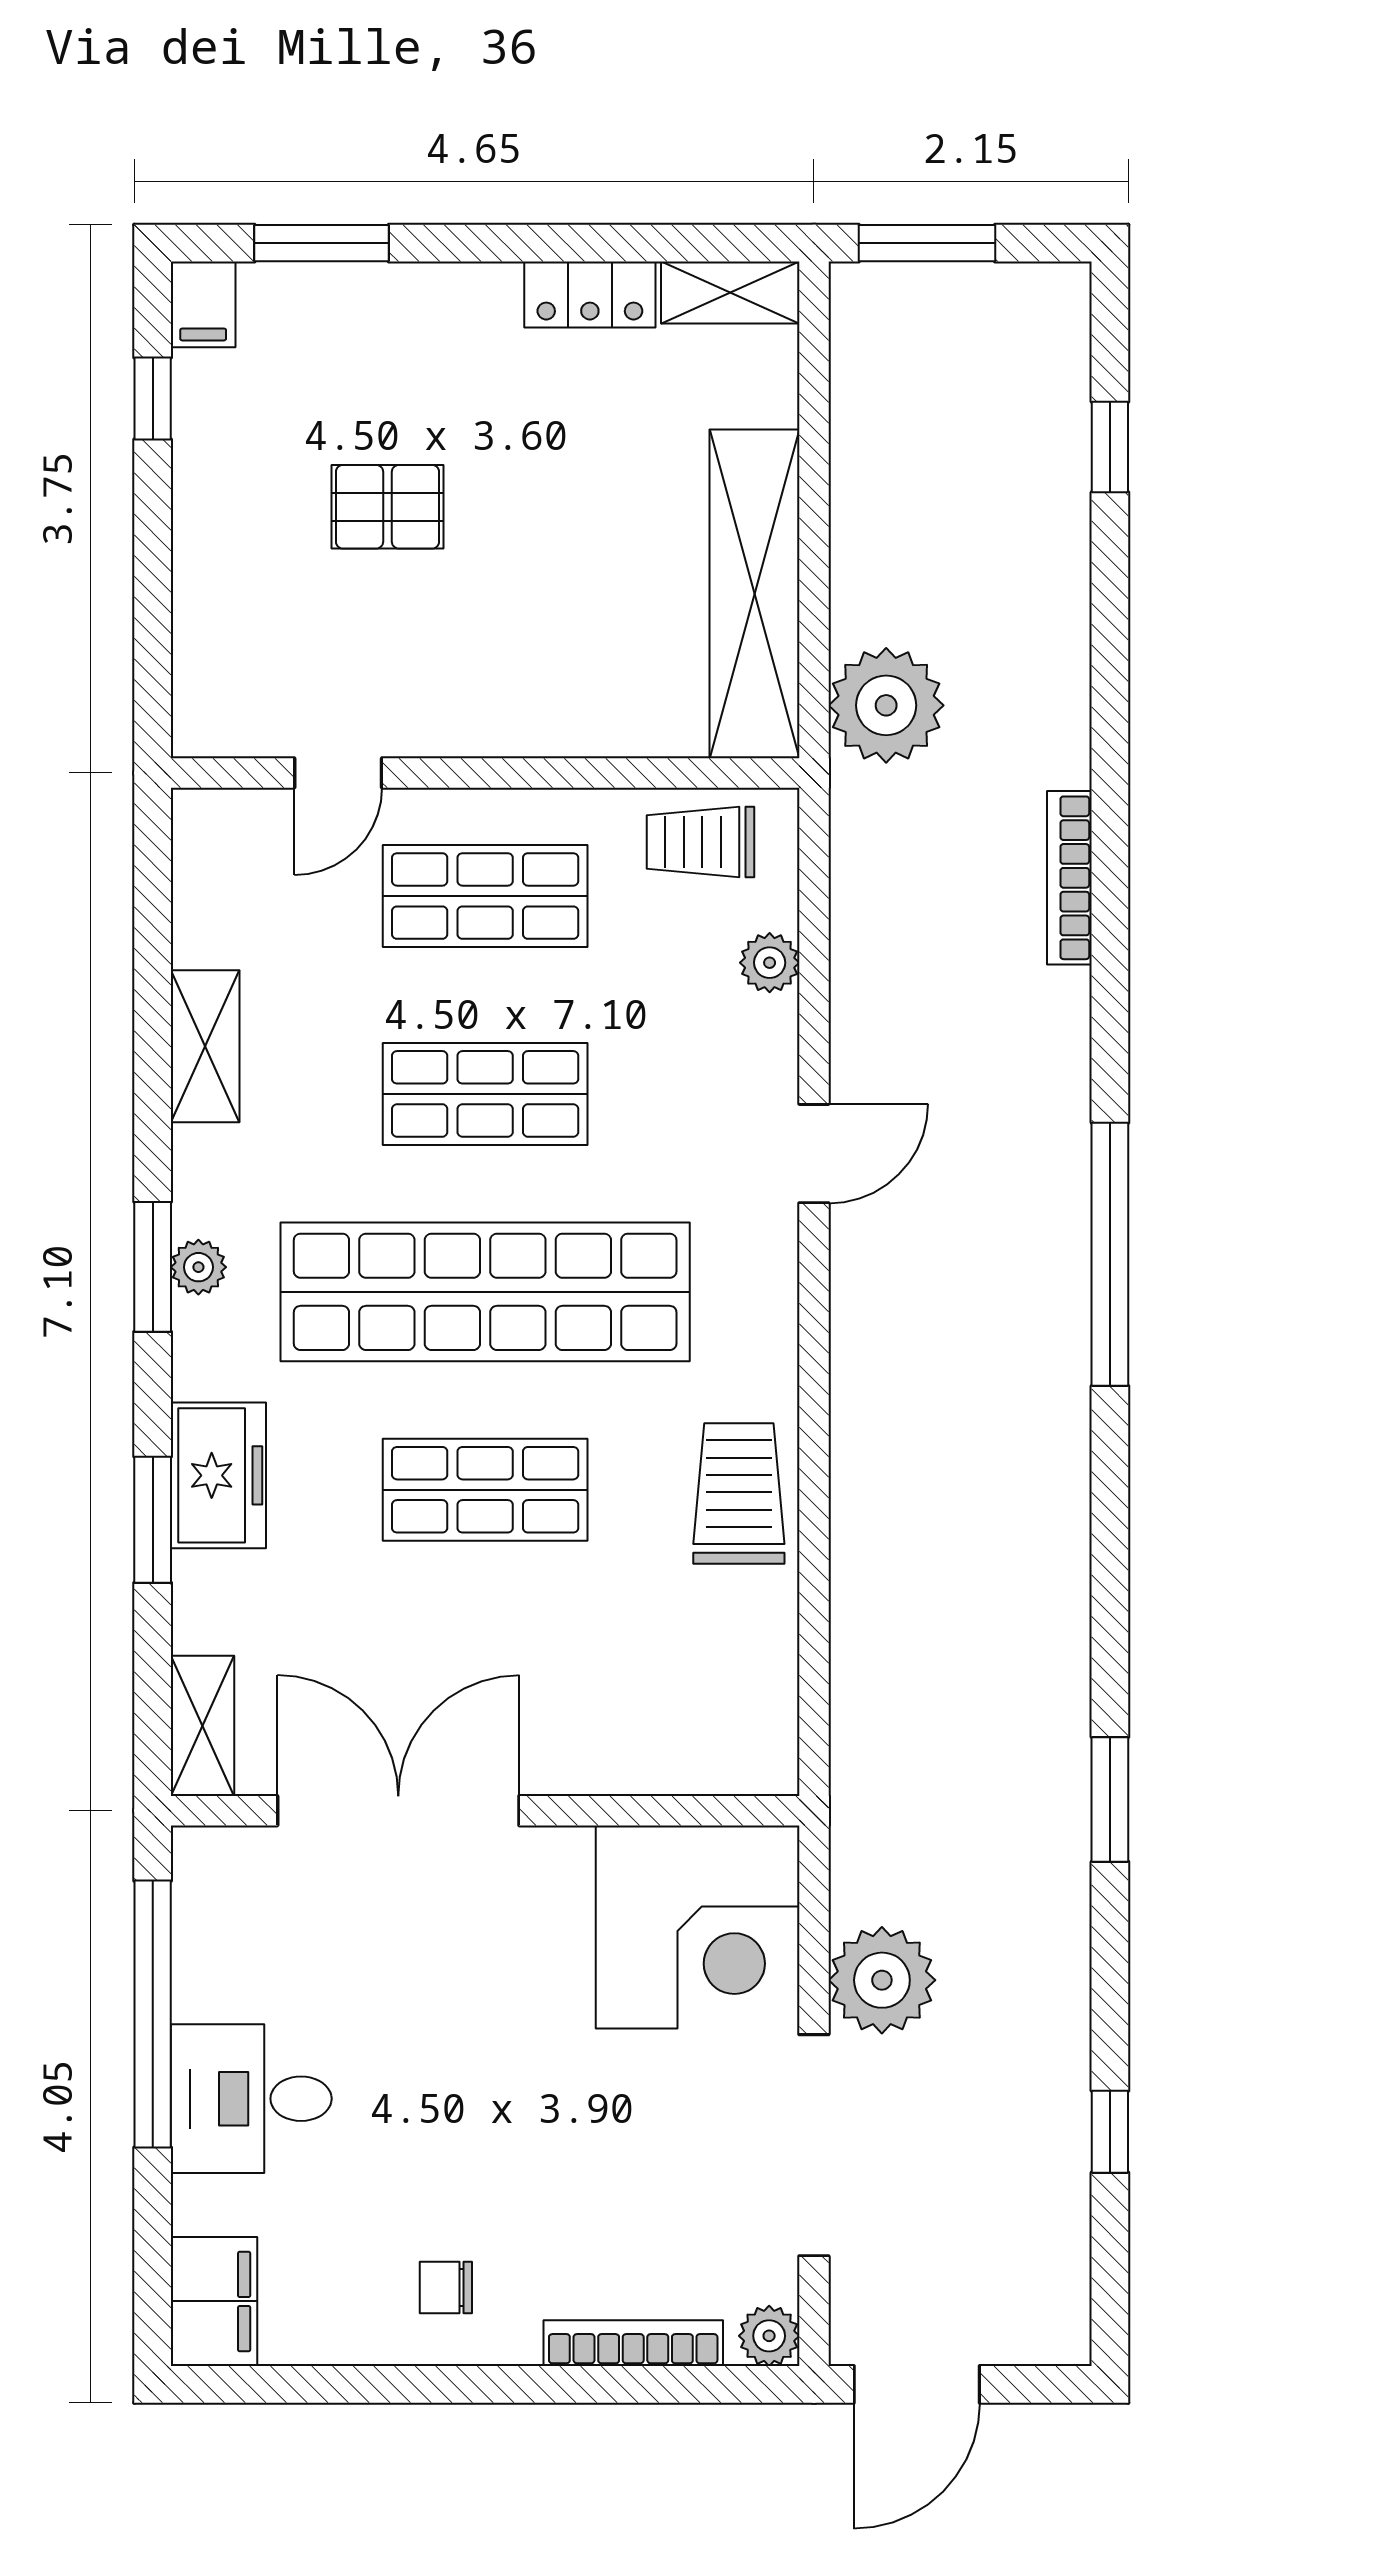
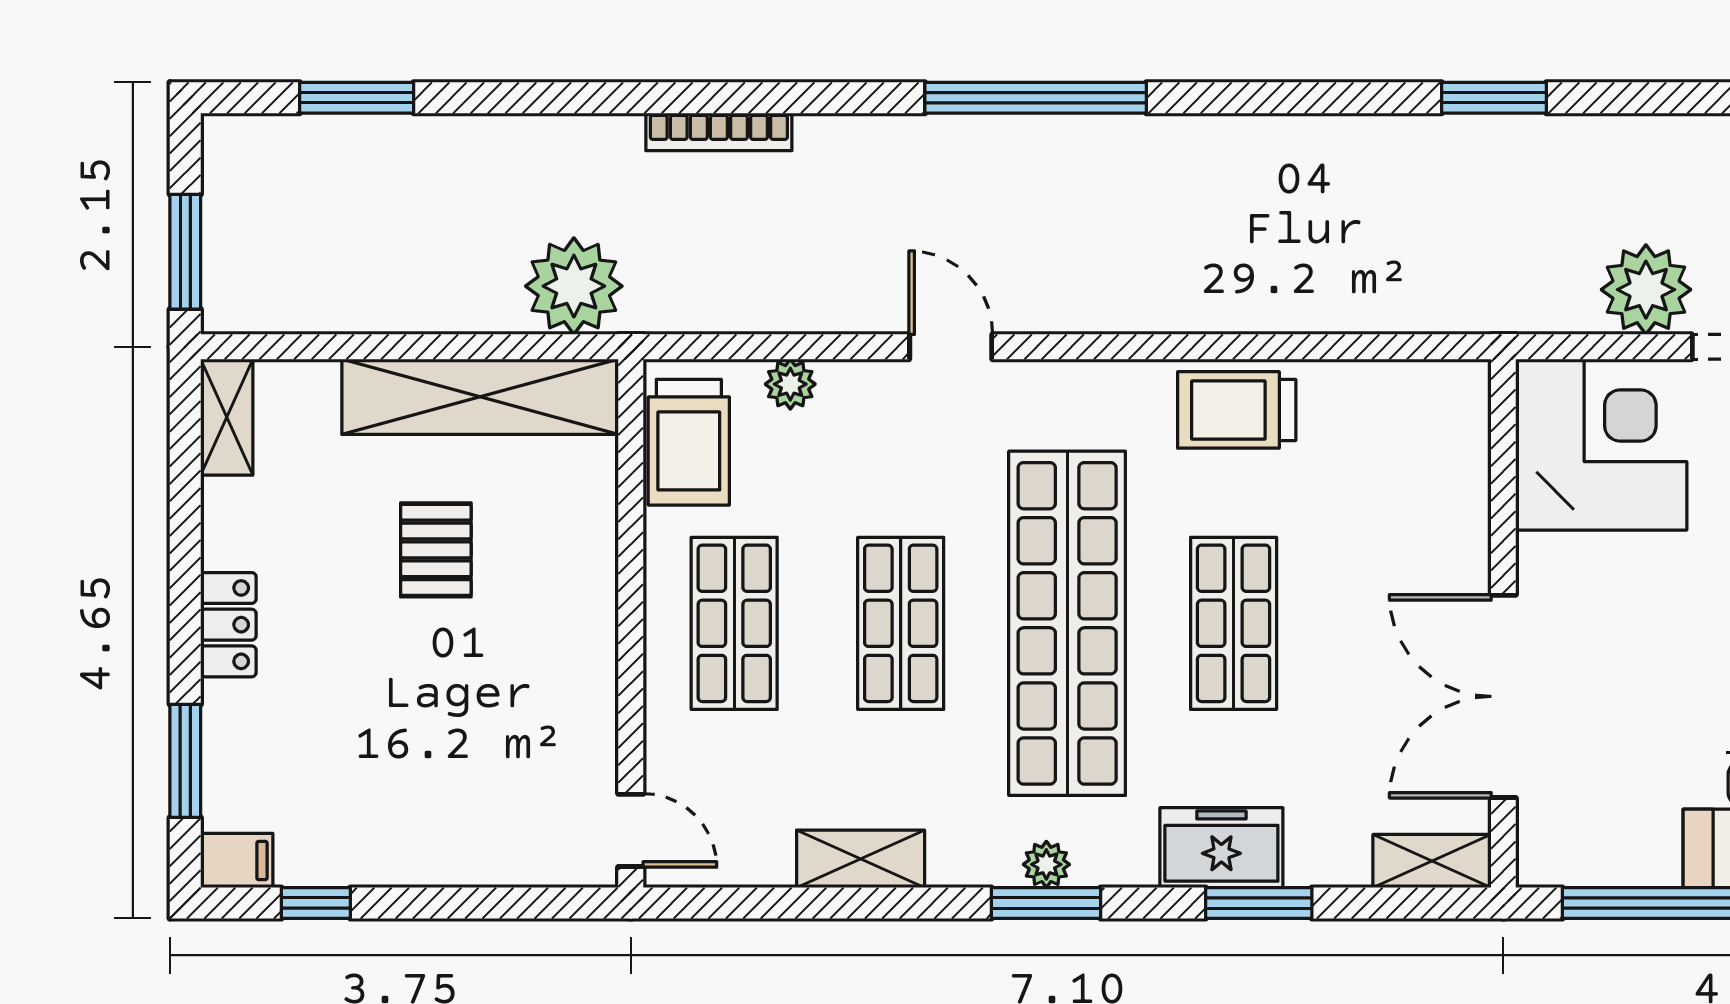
locker: (590, 294) -> (228, 625), moved
window: (1110, 447) -> (357, 98), width x1.50
pallet: (388, 507) -> (436, 550), moved
door: (338, 773) -> (631, 830), moved
trolley: (701, 842) -> (689, 442), width x1.36, depth x1.39

